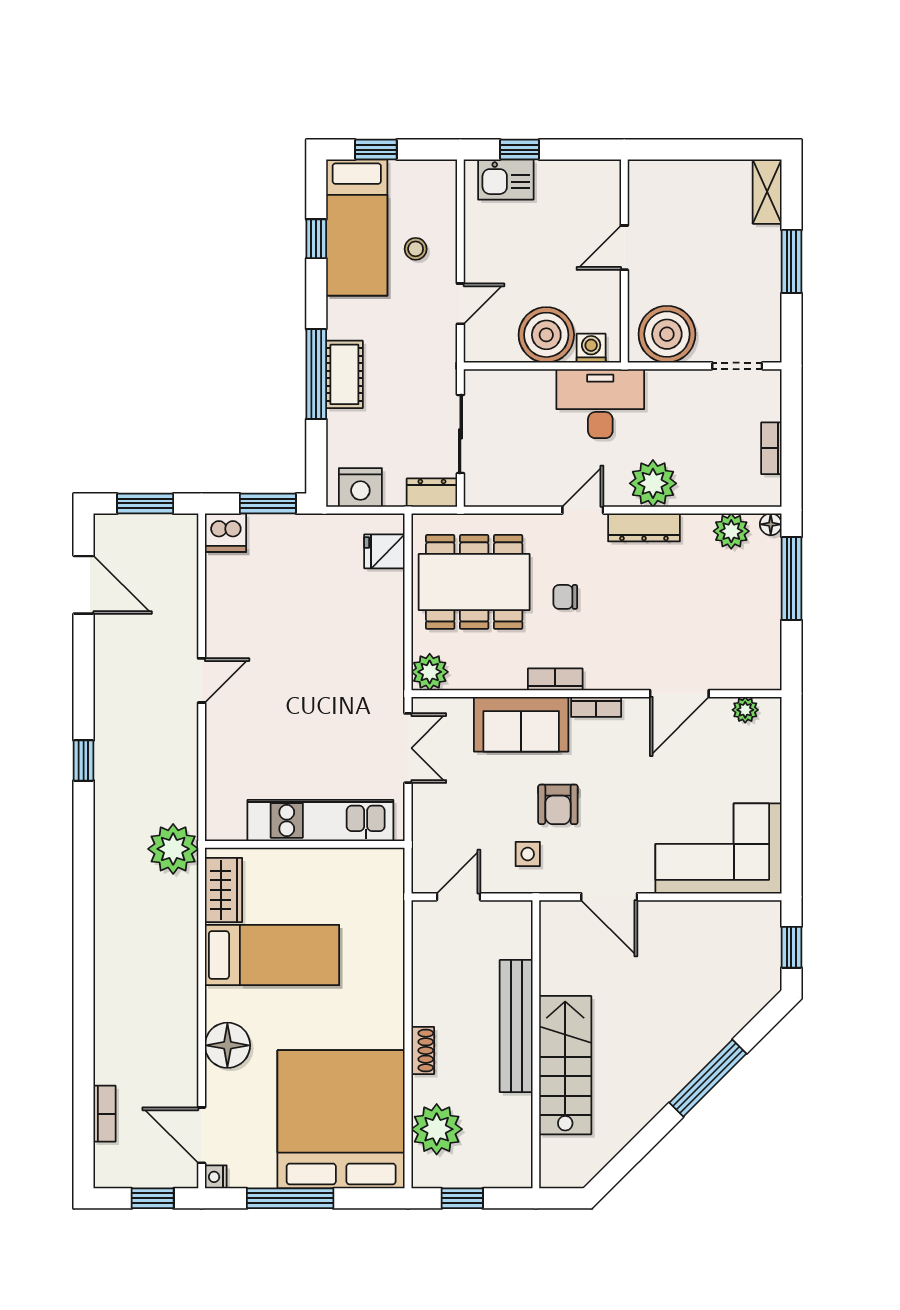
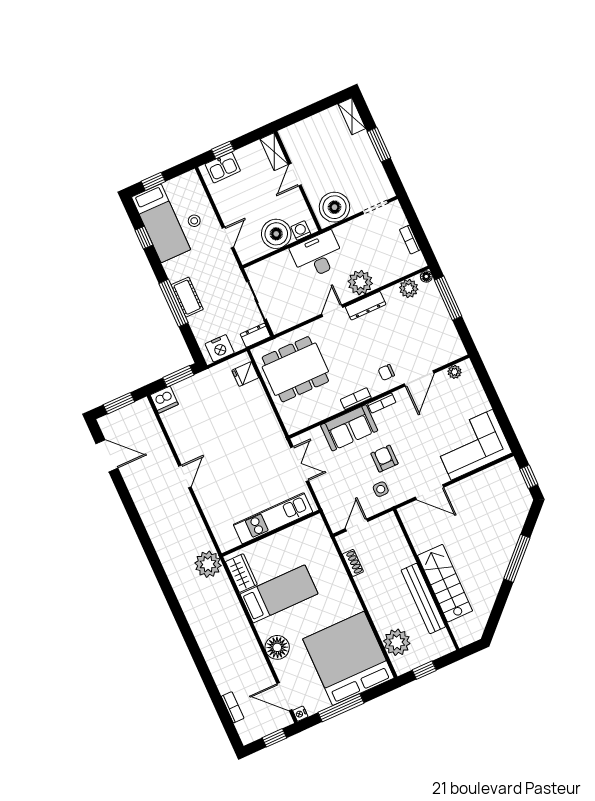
shelving: (606, 192) -> (274, 152), added
chair: (565, 597) -> (386, 372), moved
plant: (430, 672) -> (293, 422), removed
window: (84, 760) -> (145, 541), removed
armchair: (558, 804) -> (384, 459), turned 180
bench: (516, 1026) -> (423, 598), moved
shoe rack: (423, 1050) -> (353, 563), moved

